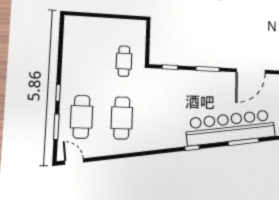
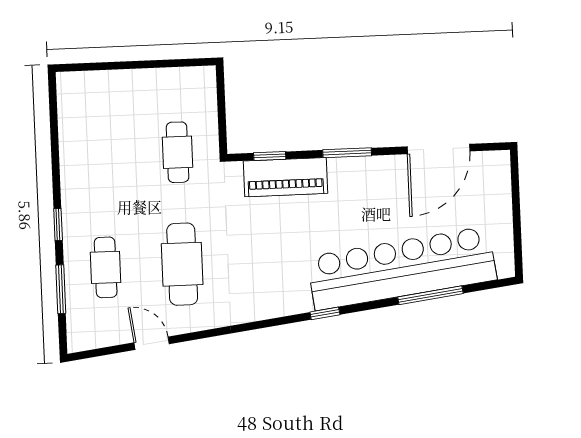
piano: (177, 78) -> (285, 177), added
cafe table: (81, 117) -> (106, 267), width x0.73, depth x0.74
door: (74, 161) -> (152, 343), moved

